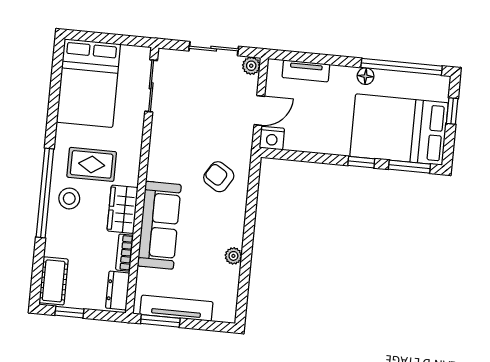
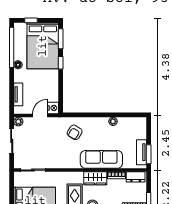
door: (259, 111) -> (40, 115), hinge flipped
tv unit: (176, 308) -> (141, 152), width x0.71

